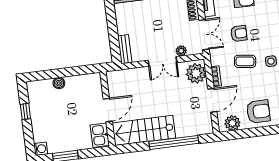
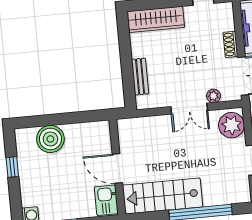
bench: (125, 49) -> (140, 77), moved
boiler: (59, 83) -> (50, 139), width x1.86, depth x1.86
door: (108, 110) -> (117, 168), swing flipped

